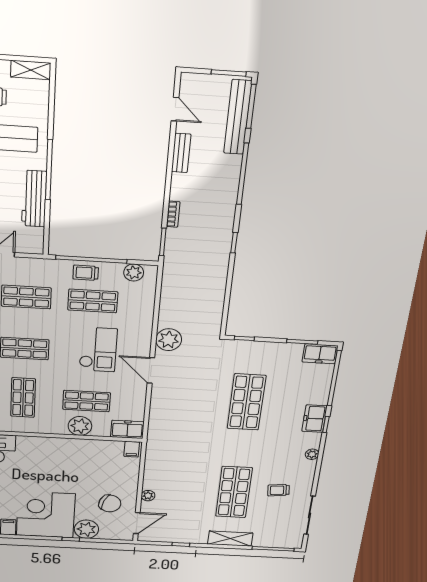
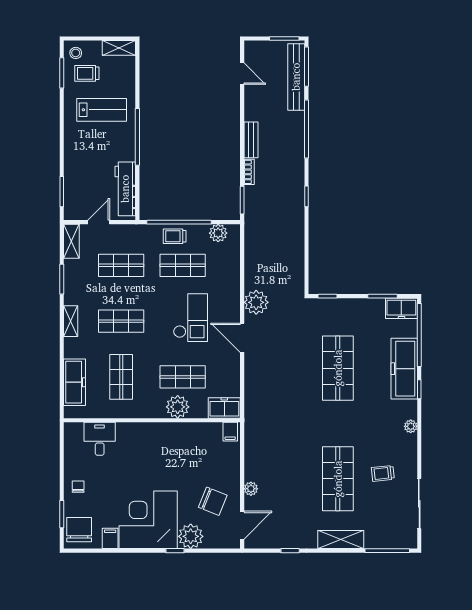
bench: (181, 153) -> (251, 140), moved
workbench: (34, 199) -> (125, 189), moved
freezer: (315, 419) -> (404, 369), width x1.91, depth x1.26

